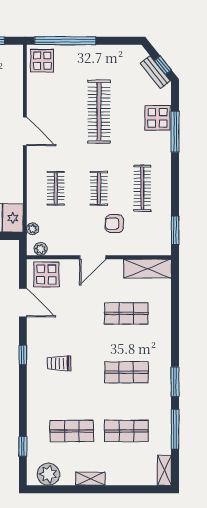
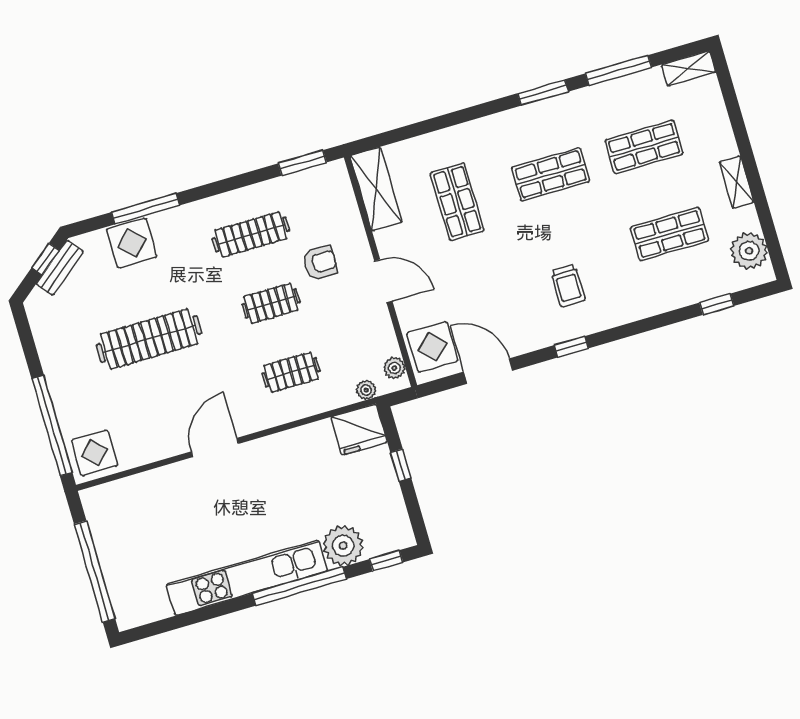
armchair: (114, 224) -> (320, 263), turned -90
door: (23, 303) -> (488, 371), hinge flipped
shop shelf: (126, 372) -> (551, 174), turned 90
shop shelf: (72, 431) -> (670, 234), turned 90
shop shelf: (126, 431) -> (644, 147), turned 90

